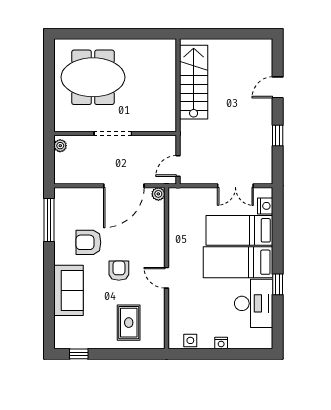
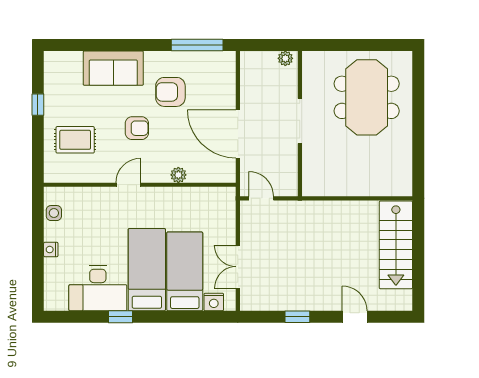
stairs: (194, 82) -> (396, 245), moved, turned 90
plant: (158, 194) -> (178, 175), moved
armchair: (88, 242) -> (170, 92), turned -90
window: (79, 354) -> (38, 105), moved

